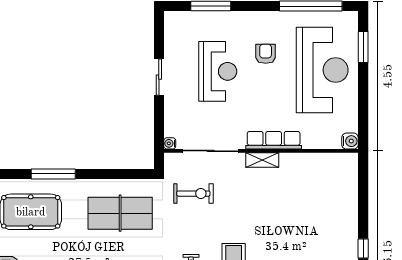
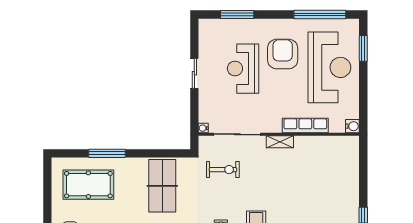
armchair: (266, 54) -> (283, 54), width x1.88, depth x1.88
reception desk: (218, 71) -> (243, 69), turned 180
row of seats: (274, 140) -> (305, 126), moved
table tennis table: (120, 213) -> (162, 186), turned 90

